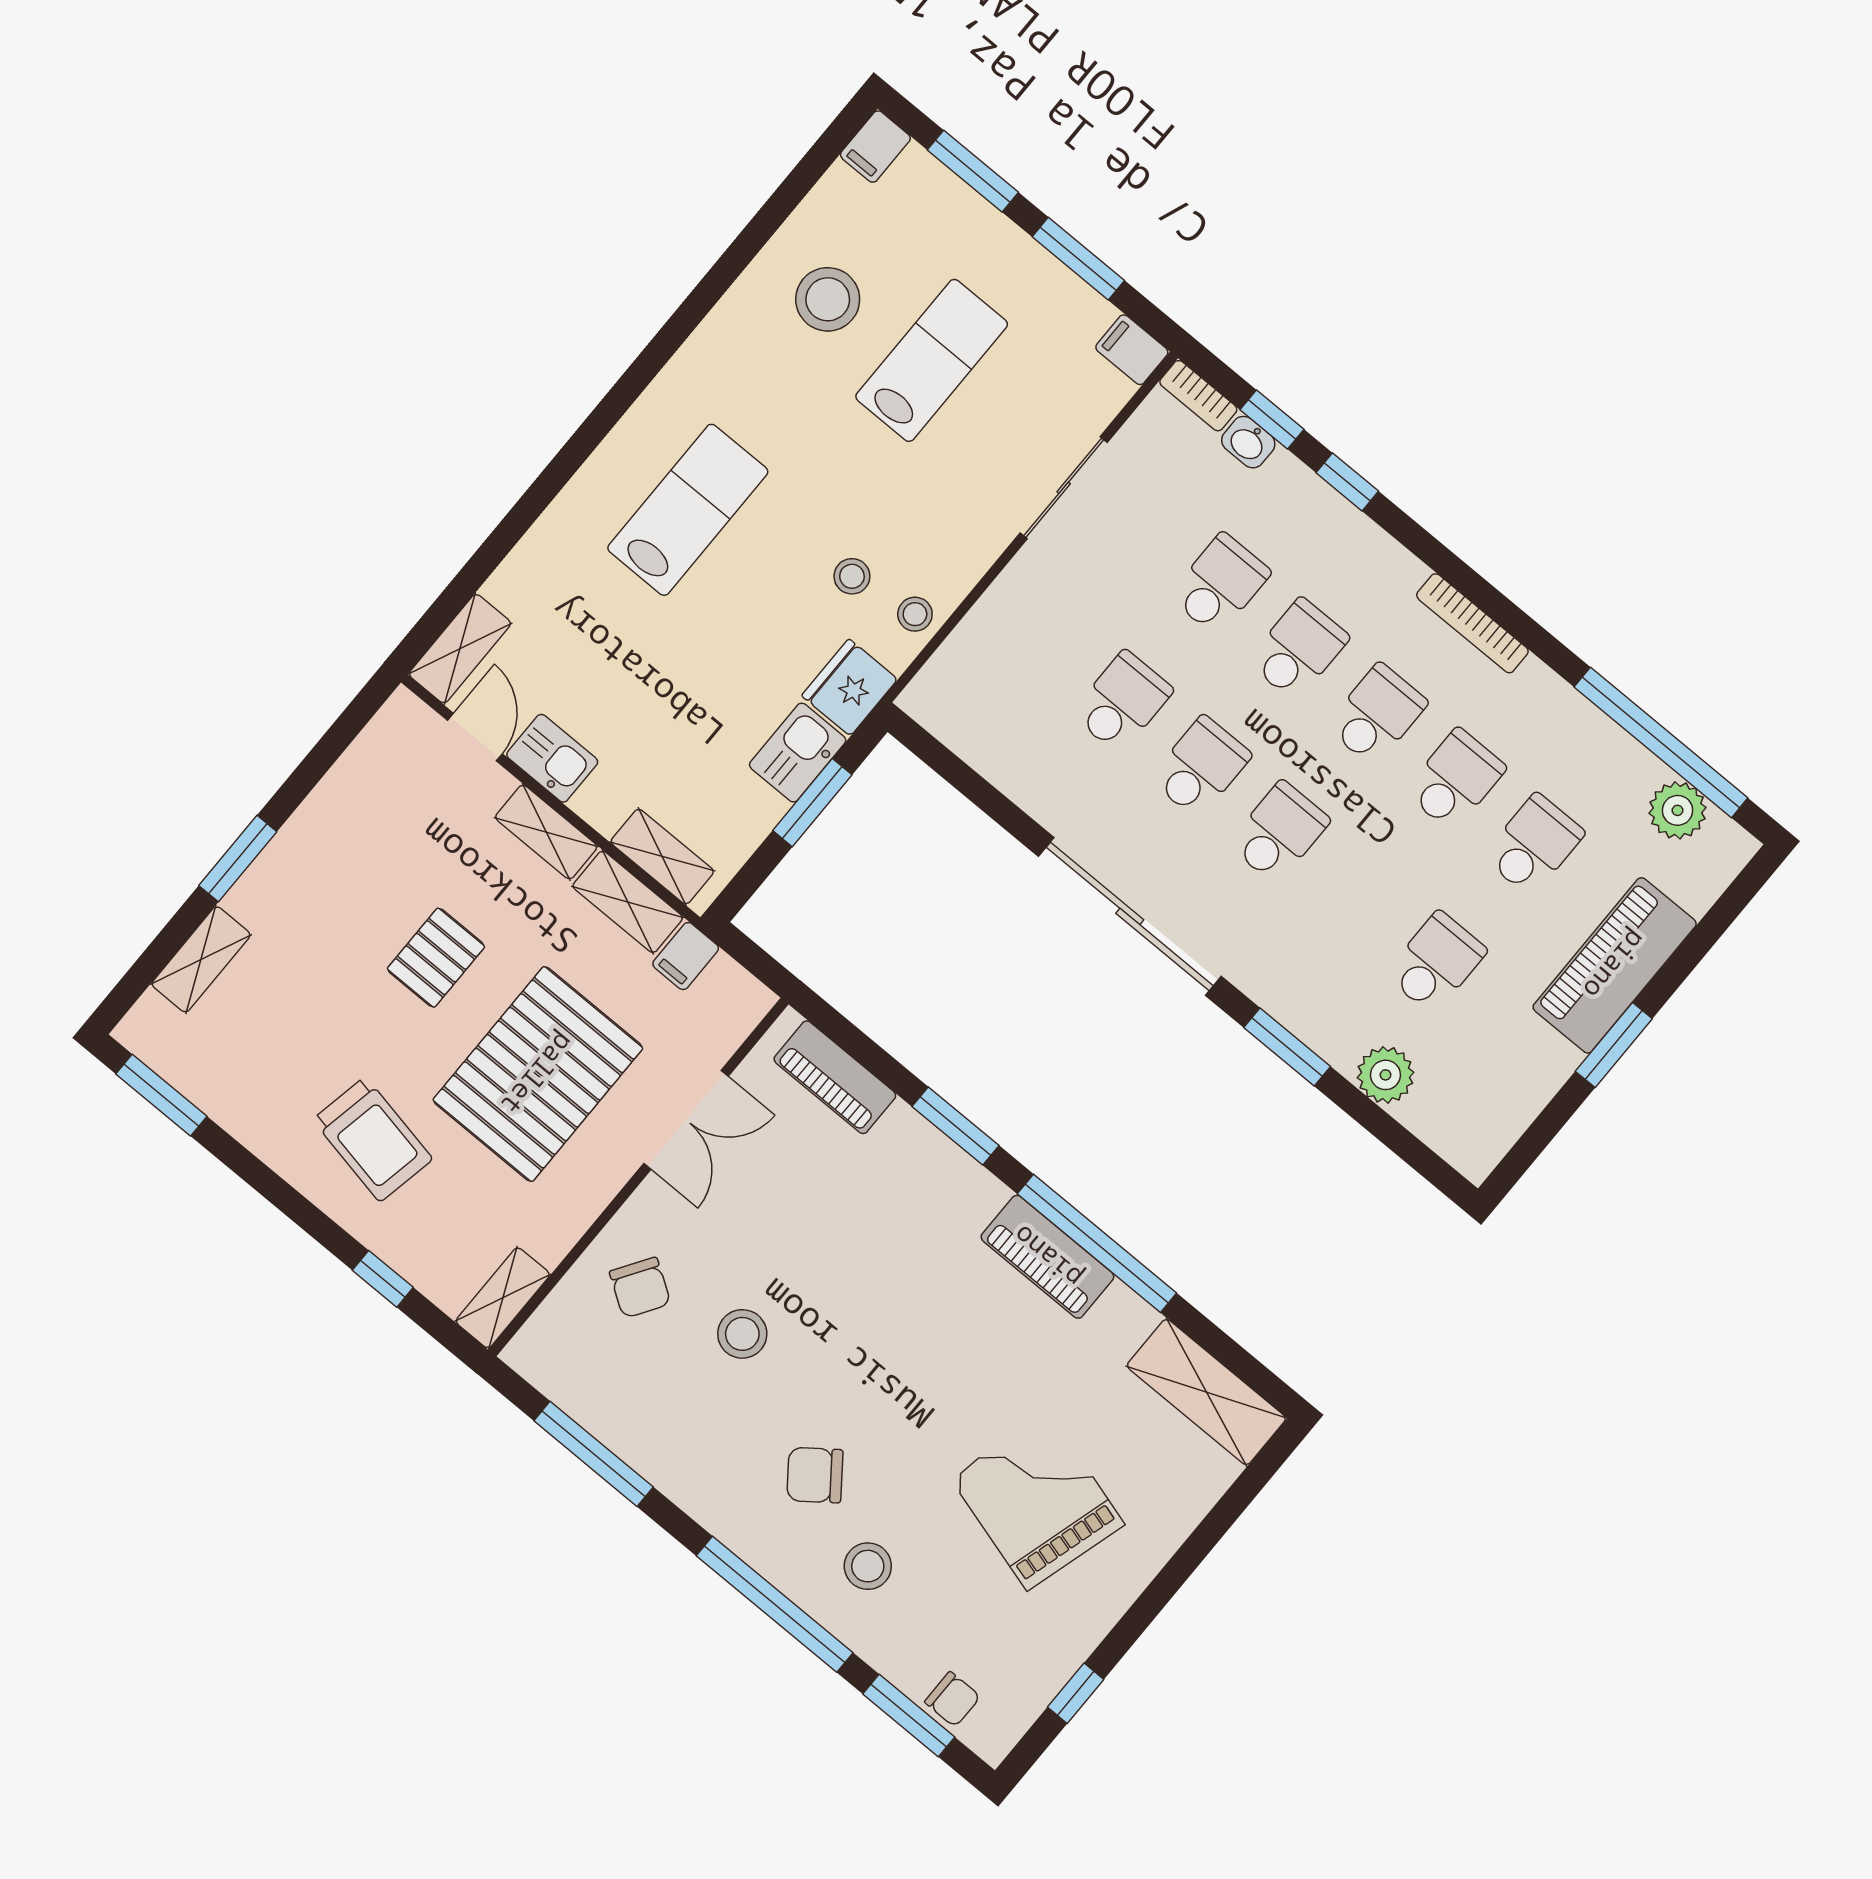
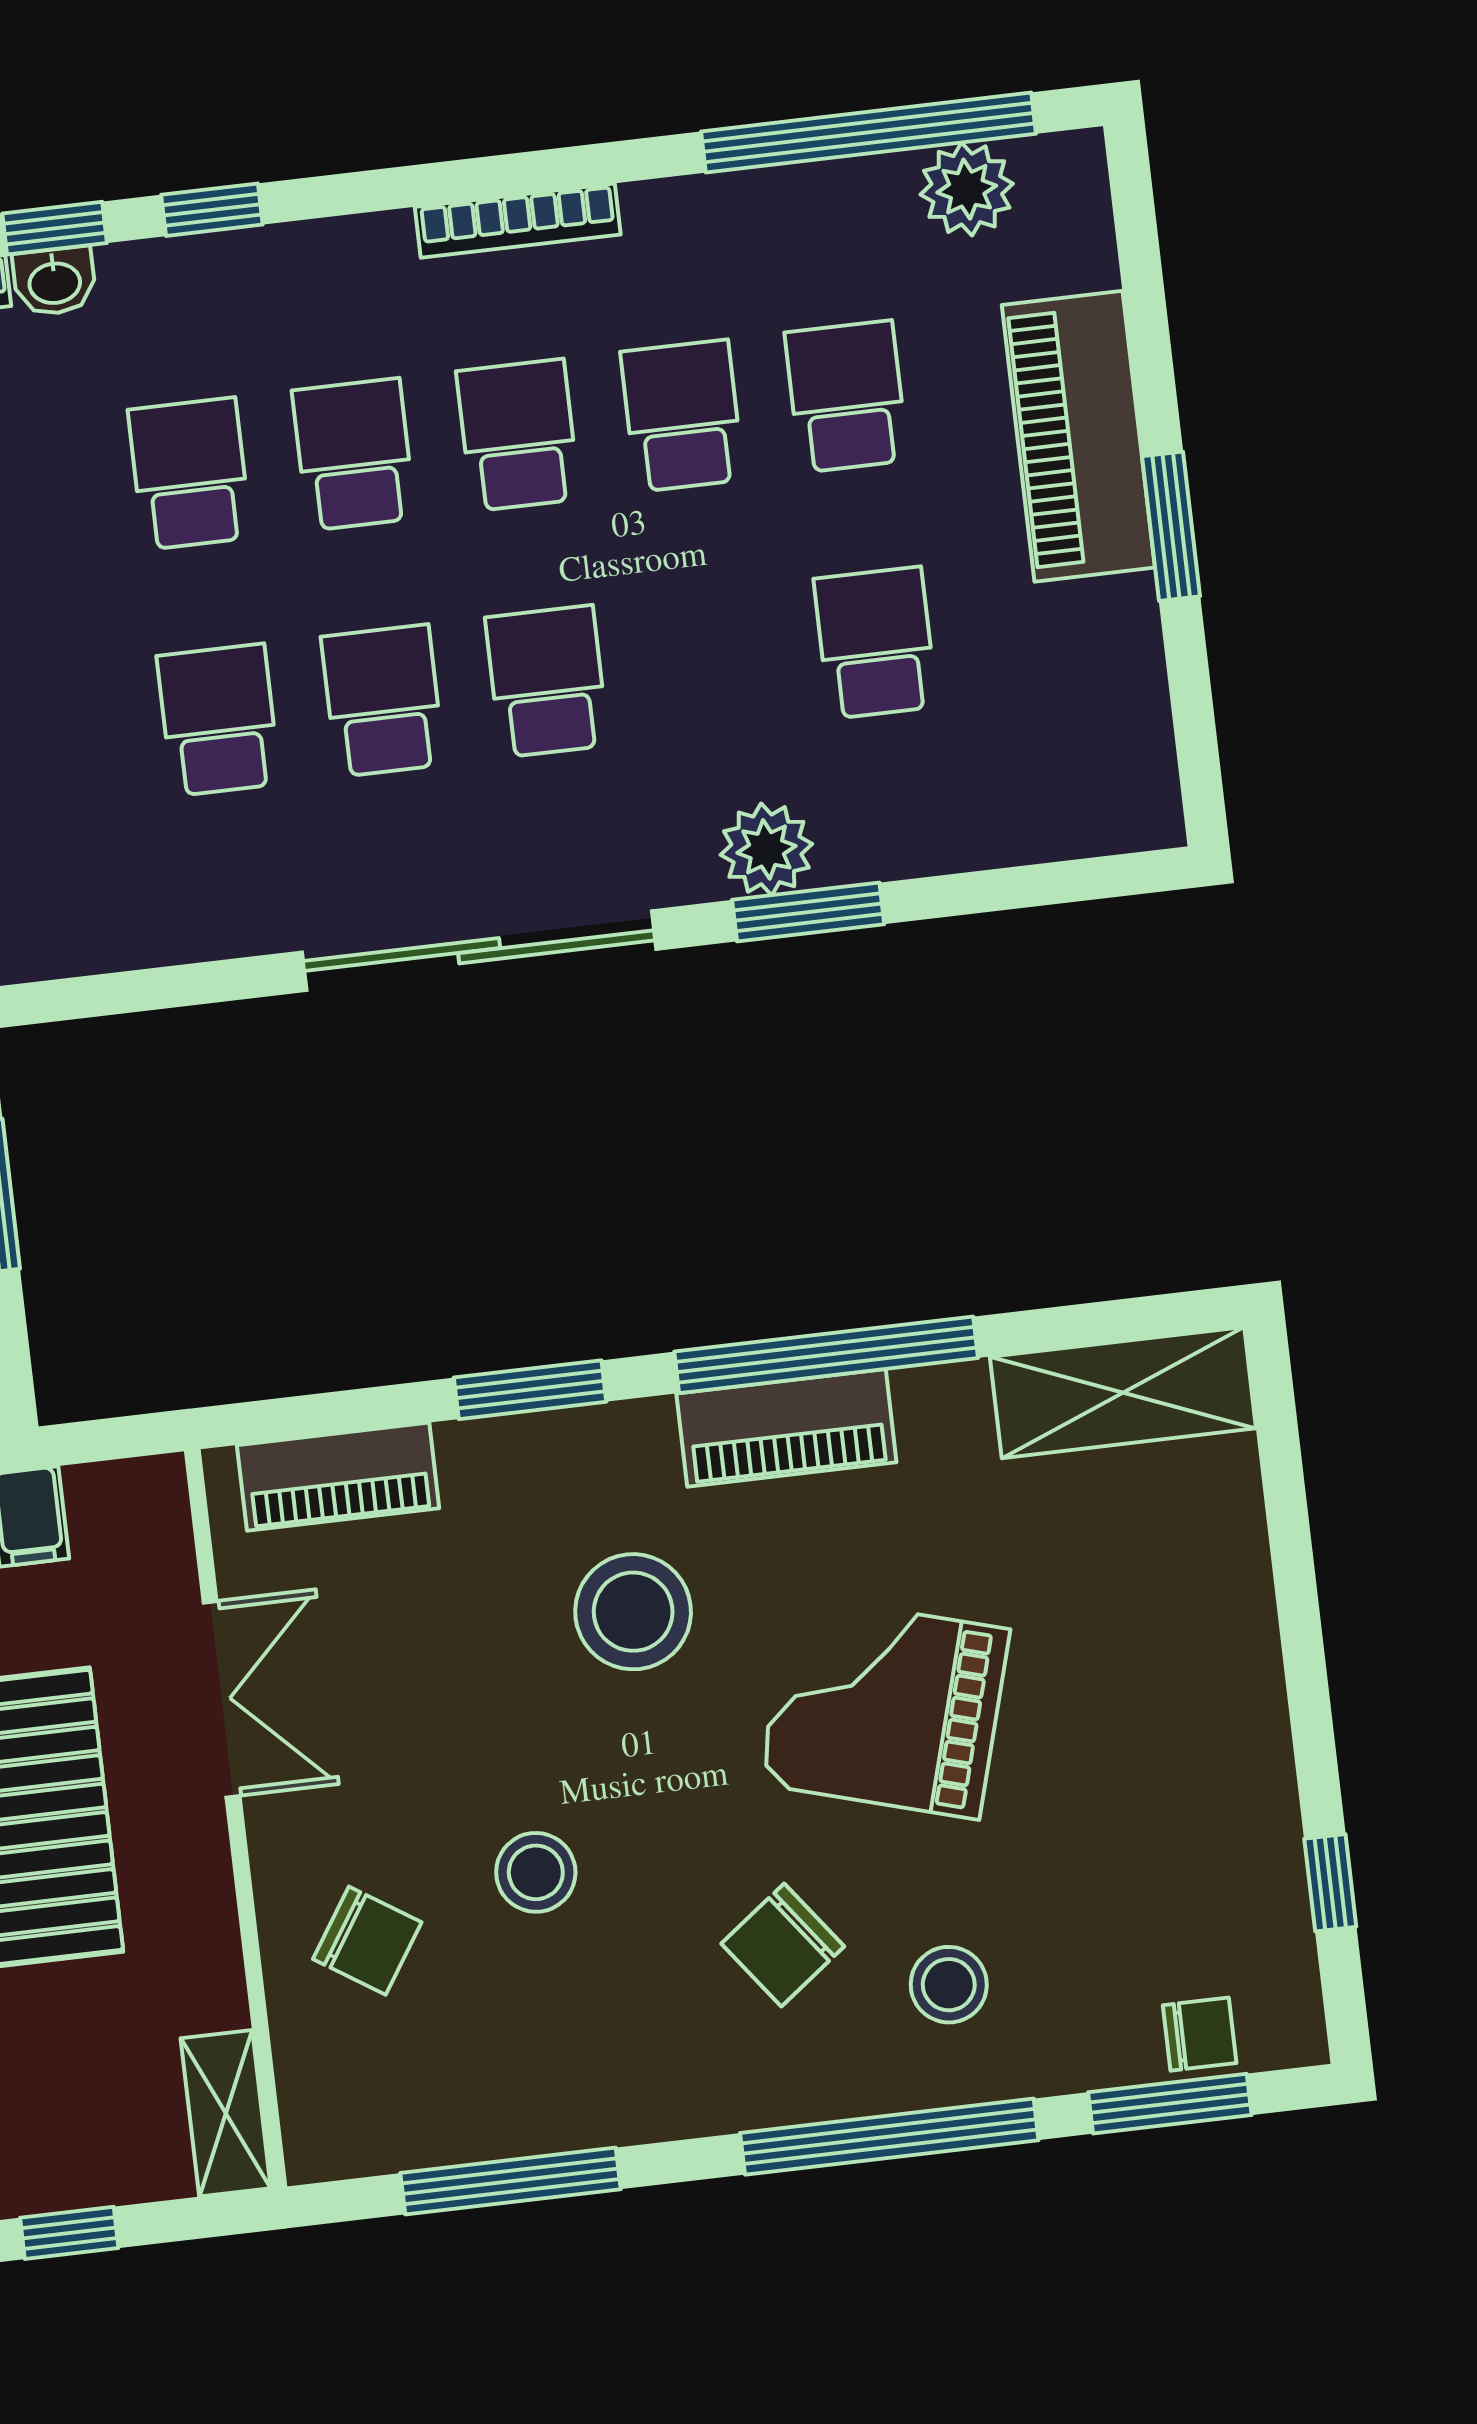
plant: (1385, 1075) -> (766, 849), moved
stool: (900, 1266) -> (633, 1612), added
grand piano: (1037, 1501) -> (885, 1707), moved

